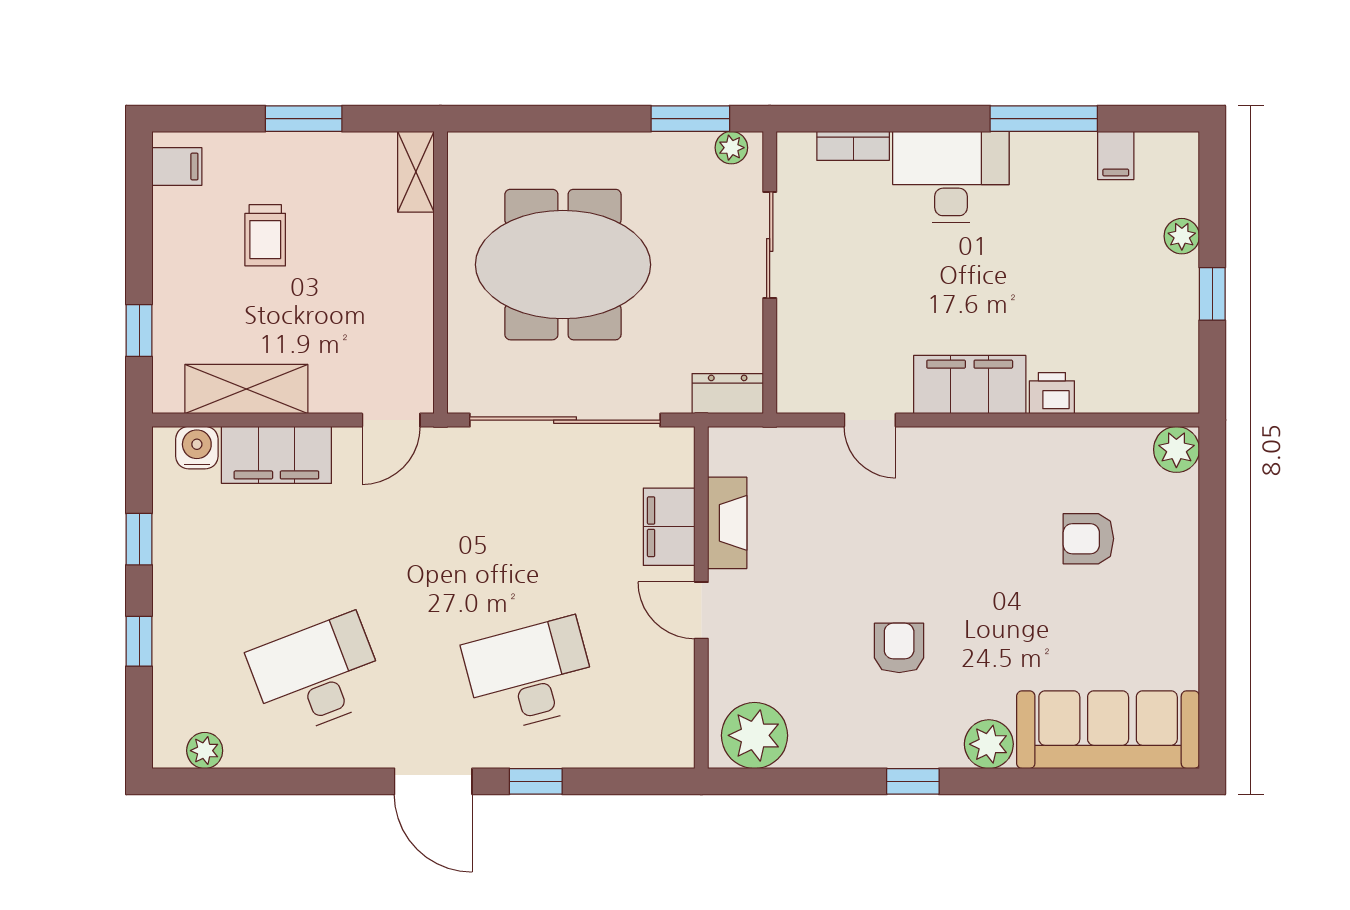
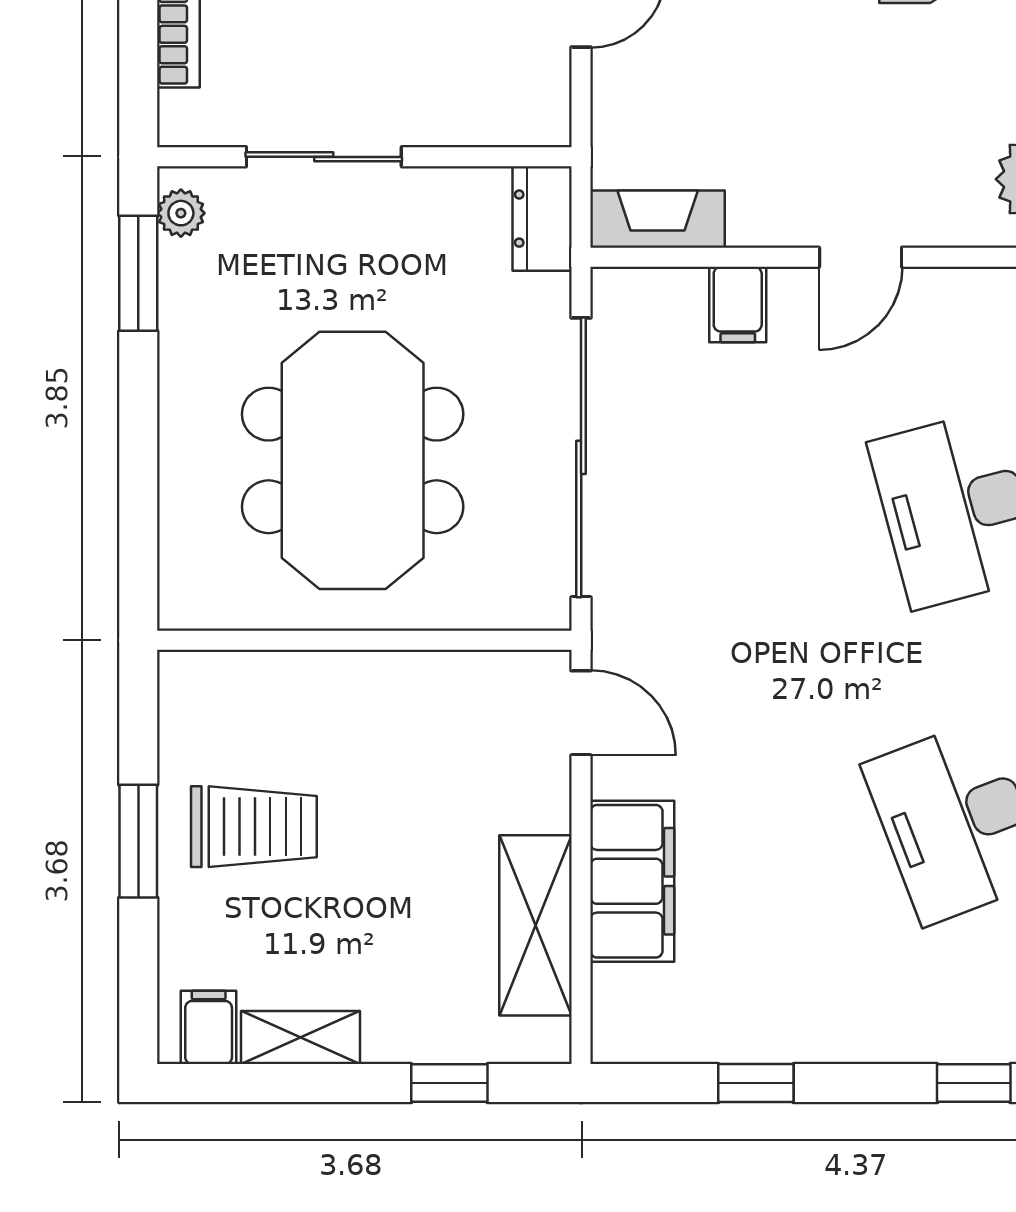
shelving: (416, 172) -> (301, 1038), moved
trolley: (265, 235) -> (254, 827), moved, width x1.36, depth x1.39
water cooler: (197, 448) -> (622, 998), removed
fireplace: (727, 523) -> (658, 219), moved
filing cabinet: (669, 527) -> (738, 304), width x0.50
window: (139, 641) -> (974, 1083), moved

